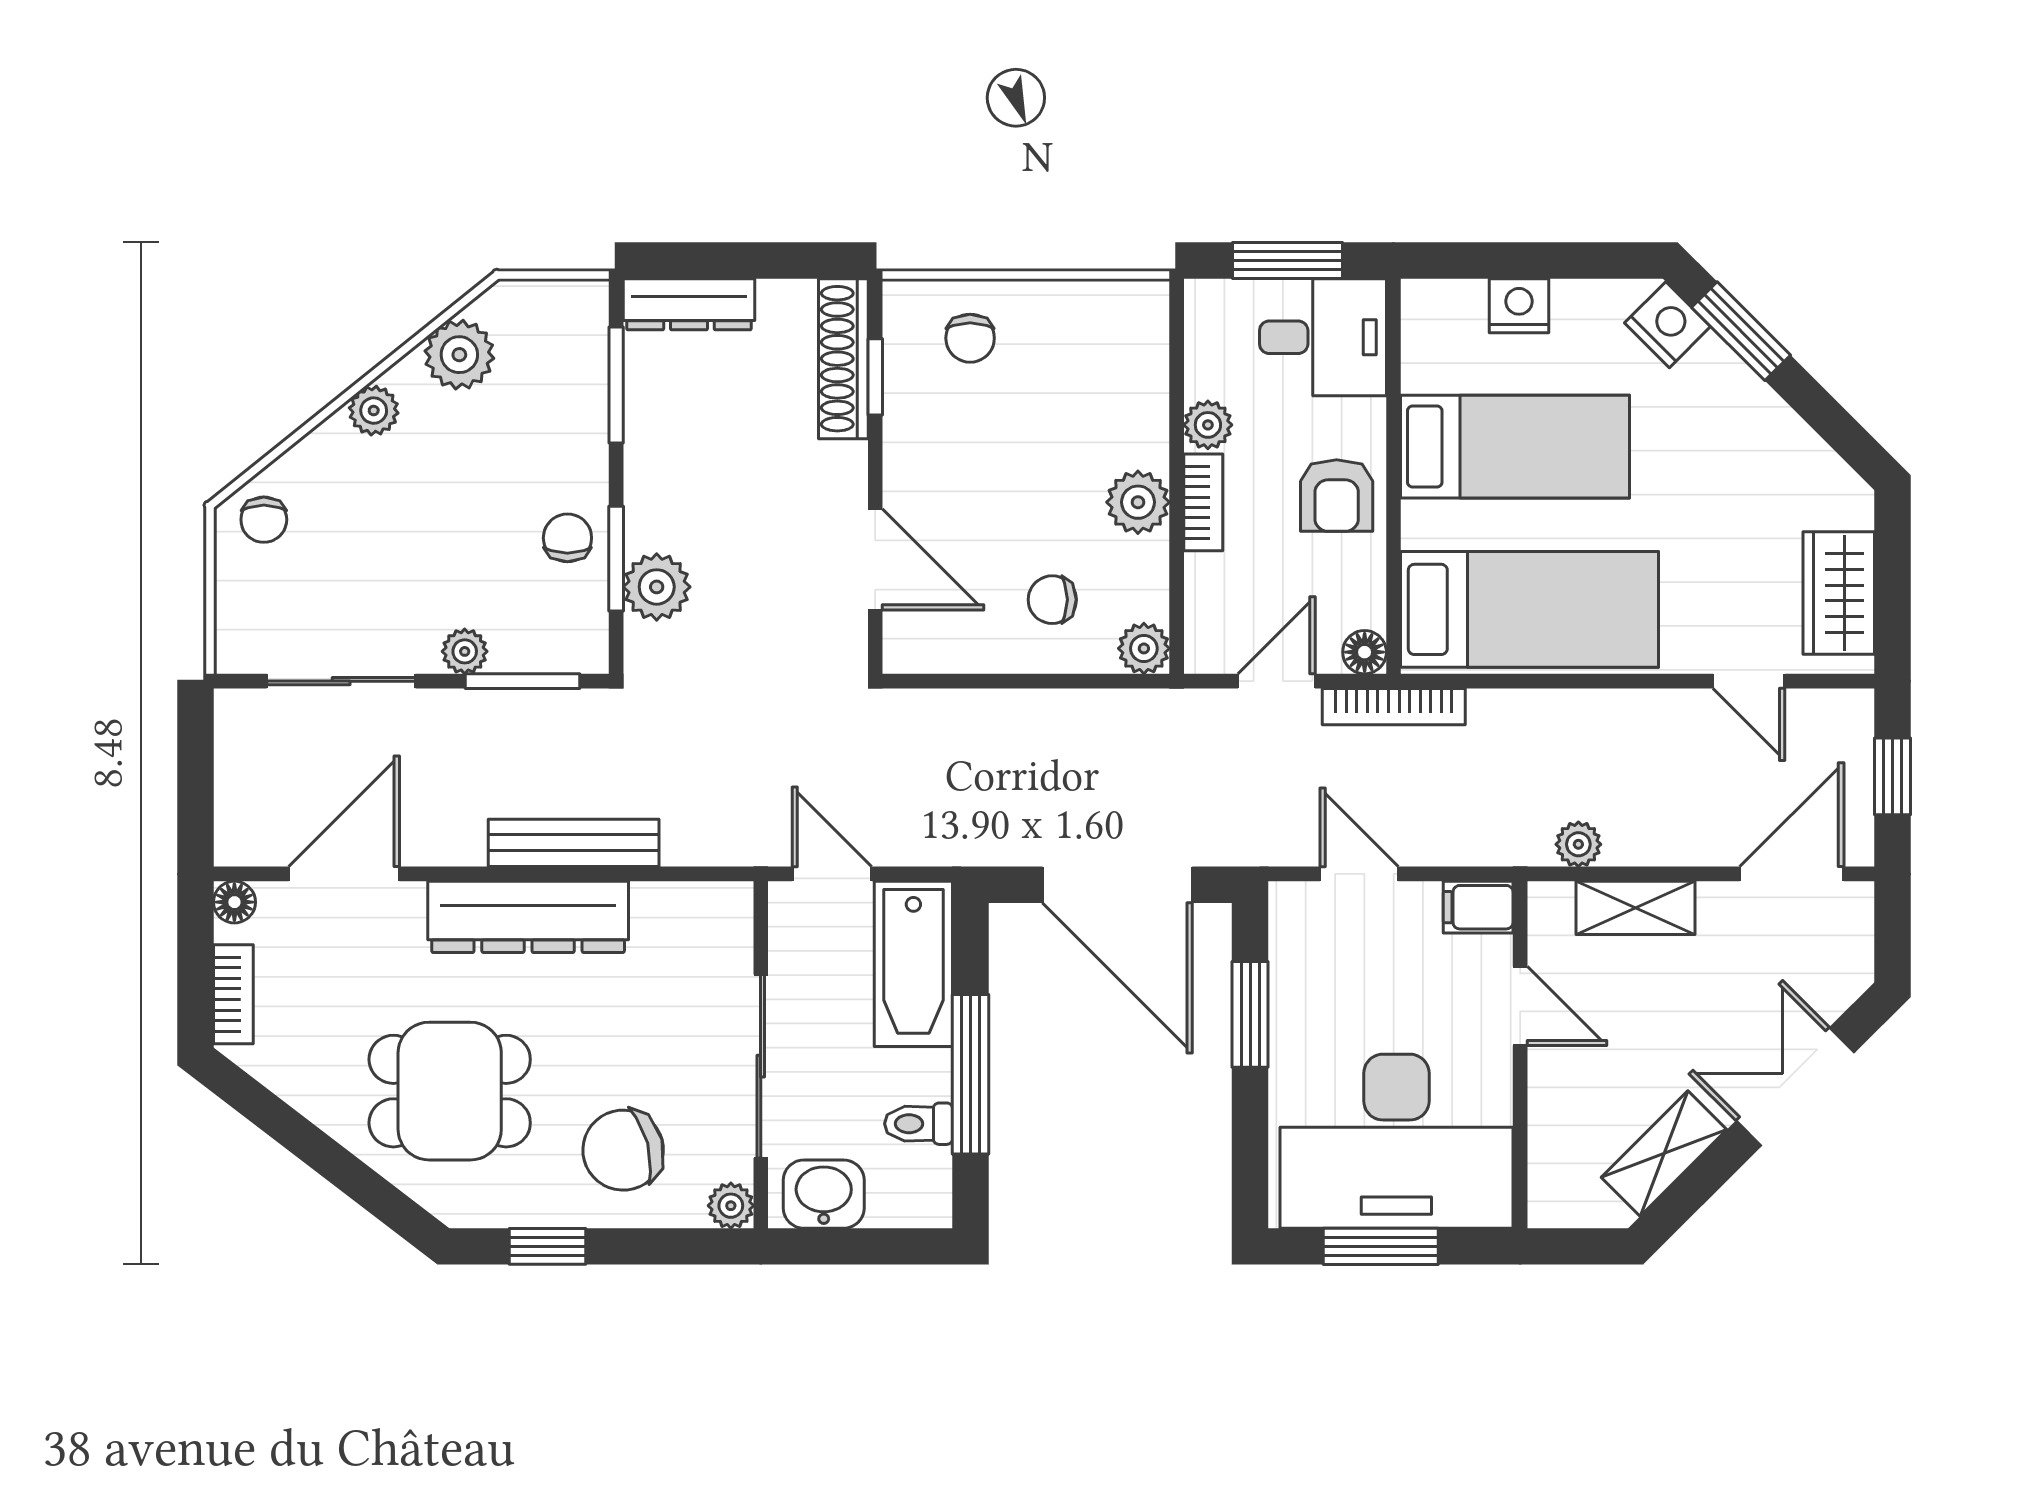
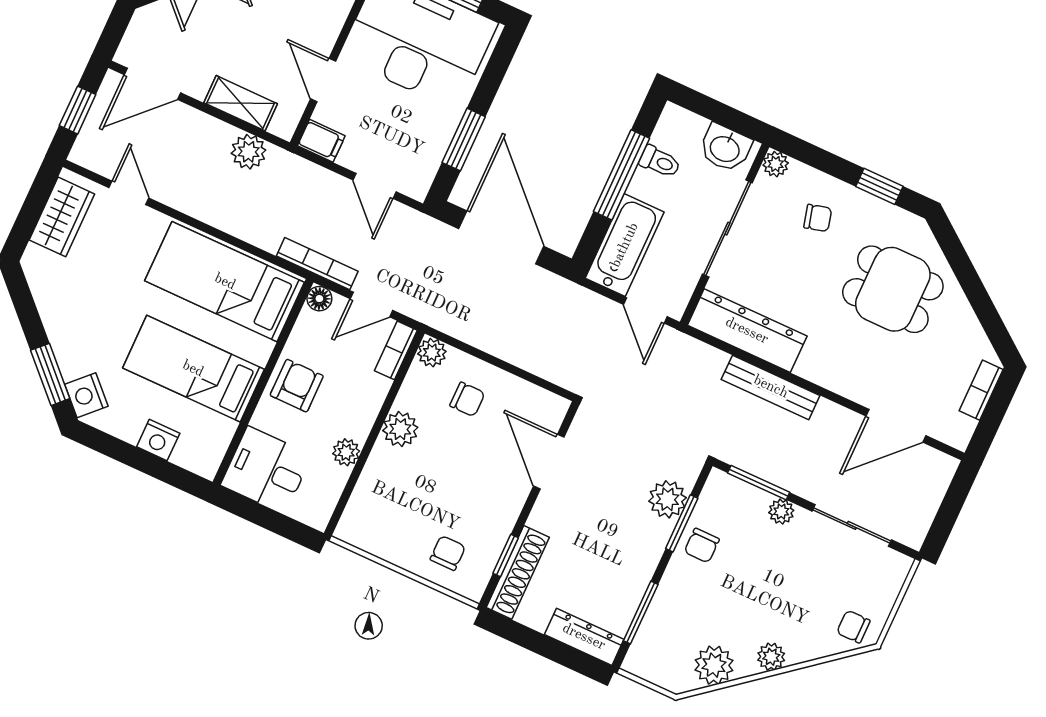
window: (1287, 260) -> (266, 518), removed
bookcase: (1203, 502) -> (396, 350), moved
chair: (264, 520) -> (853, 627), turned -90
plant: (1578, 844) -> (249, 152), width x1.38, depth x1.38
floor lamp: (234, 902) -> (959, 437), removed
dresser: (528, 917) -> (747, 331), moved
chair: (623, 1150) -> (818, 218), width x0.54, depth x0.54

